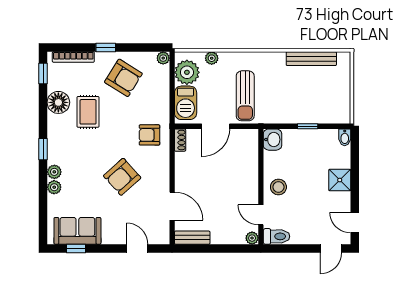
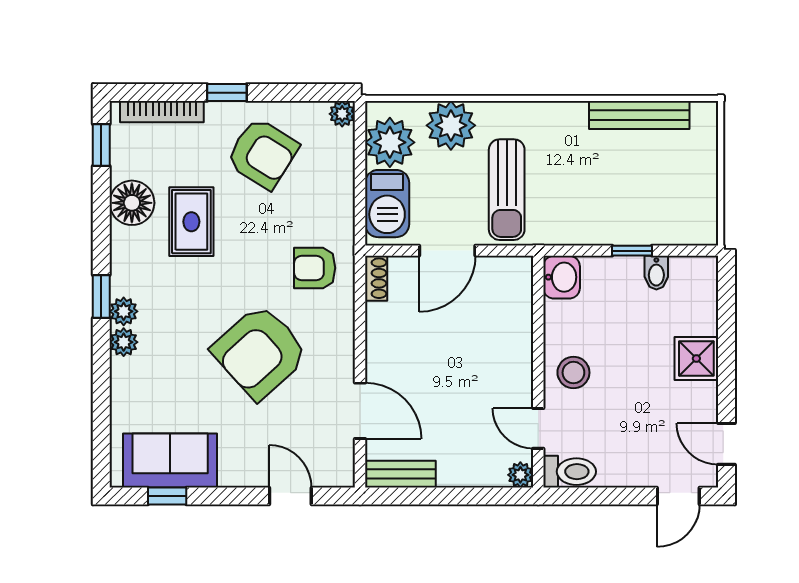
plant: (212, 58) -> (451, 125), width x1.88, depth x1.88
bidet: (345, 137) -> (656, 273), moved
armchair: (122, 177) -> (260, 352), width x1.36, depth x1.36
plant: (54, 187) -> (124, 311), moved

